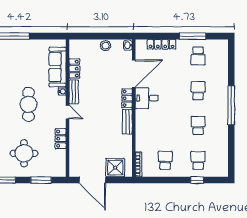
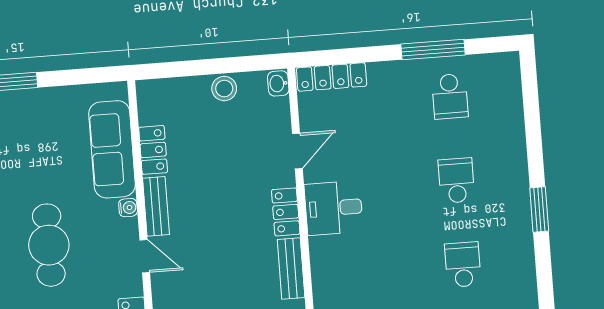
locker: (161, 44) -> (332, 77), moved
door: (134, 74) -> (297, 151), width x0.53
window: (231, 105) -> (539, 210), width x0.47

